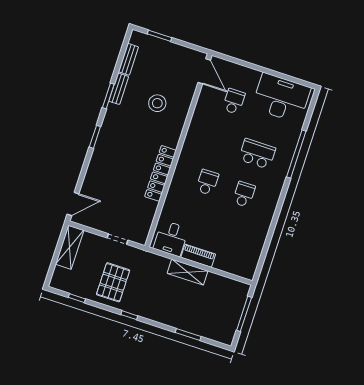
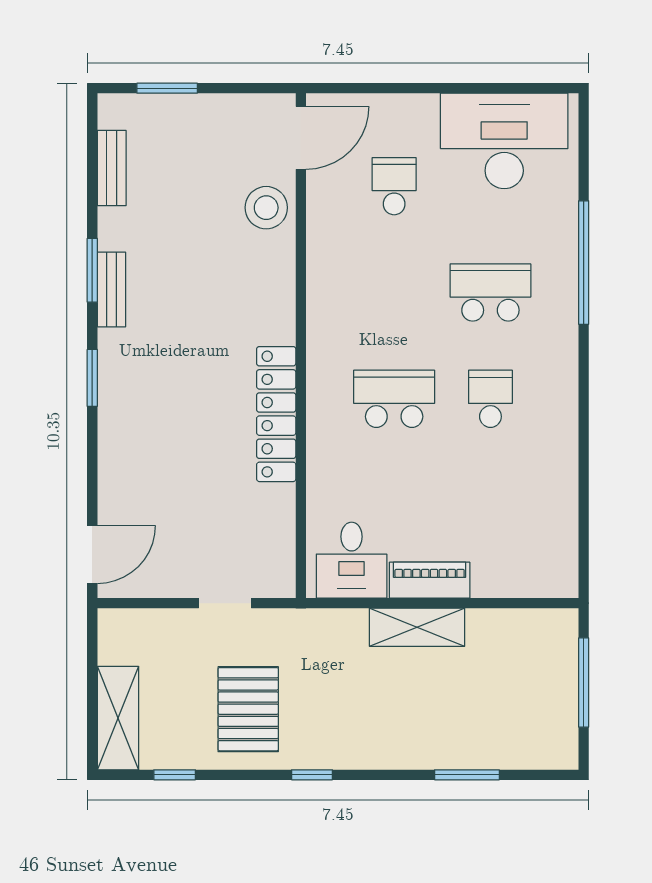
door: (204, 71) -> (301, 138), hinge flipped
bench: (119, 89) -> (111, 290), moved
stool: (157, 103) -> (266, 208), moved
school desk: (207, 182) -> (394, 399), width x1.85
shelving: (70, 247) -> (118, 718), moved

